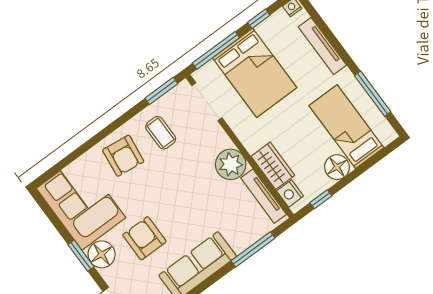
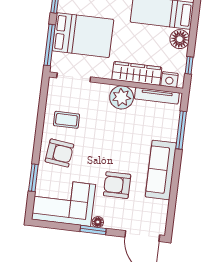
window: (161, 91) -> (33, 178), moved
wardrobe: (273, 166) -> (137, 73), width x1.50
floor lamp: (102, 254) -> (98, 222), width x0.53, depth x0.53

